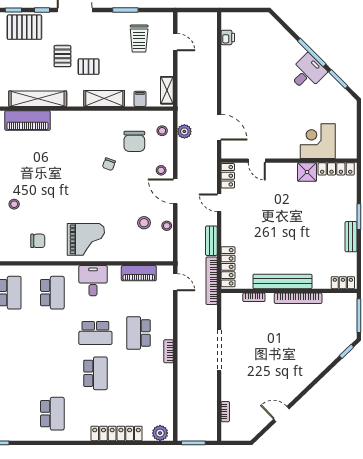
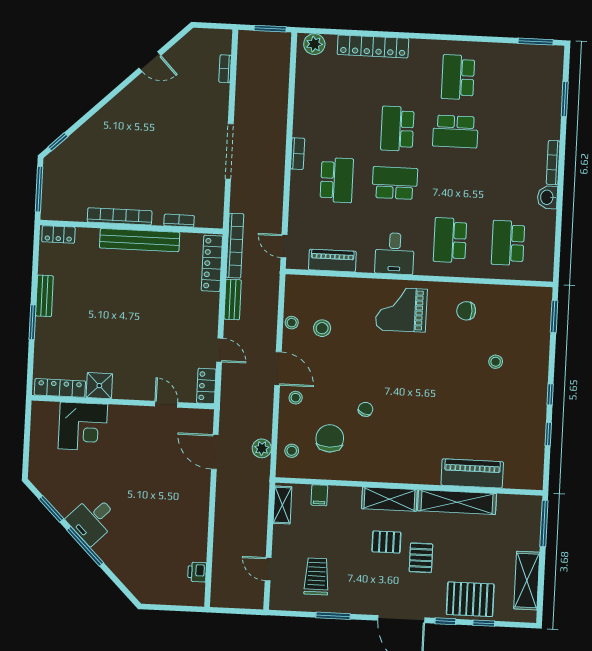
shelving: (104, 98) -> (389, 499), moved
school desk: (52, 373) -> (455, 132), added

